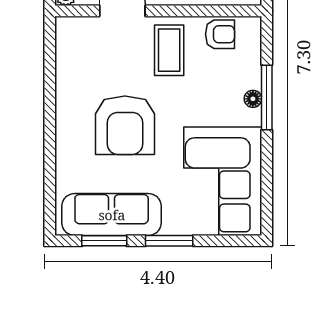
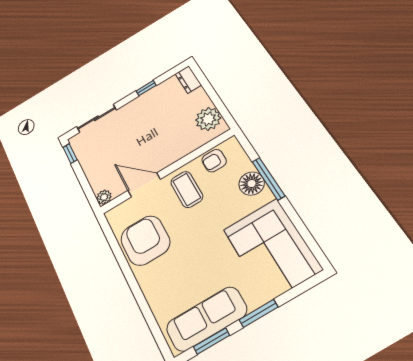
armchair: (220, 34) -> (214, 161), turned 180
floor lamp: (253, 99) -> (252, 184), width x1.89, depth x1.89
armchair: (125, 125) -> (145, 240), moved, turned 180

